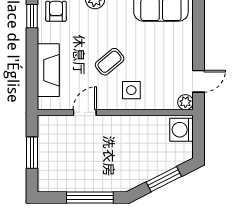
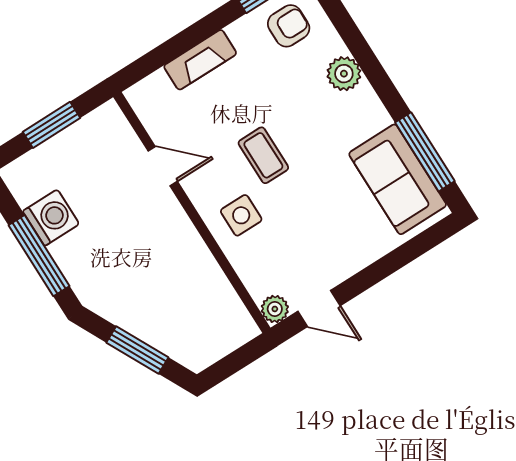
coffee table: (110, 62) -> (263, 155), turned 40
fireplace: (48, 70) -> (200, 60), width x0.73, depth x0.76
washing machine: (181, 130) -> (51, 218), moved, turned 90

